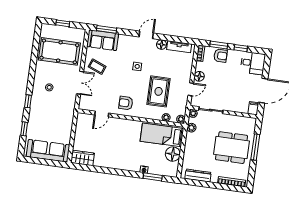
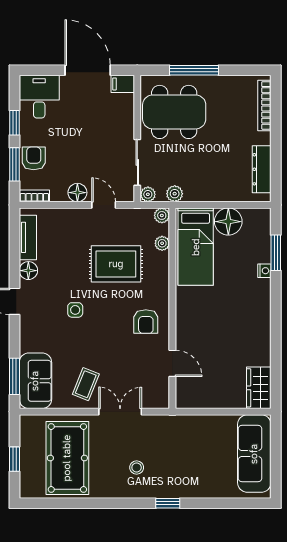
window: (24, 129) -> (220, 503), removed
dining table: (232, 148) -> (174, 112), moved, turned 90

